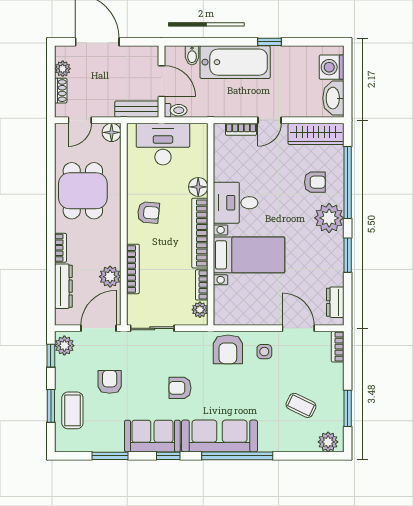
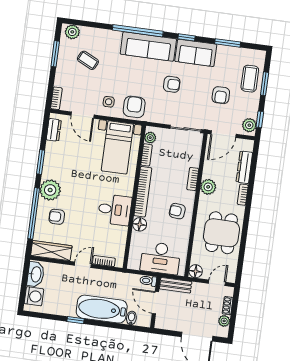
bed with nightstands: (249, 255) -> (117, 147), moved, turned -90
bookcase: (133, 269) -> (193, 179), width x0.64
plant: (110, 277) -> (208, 187), moved

